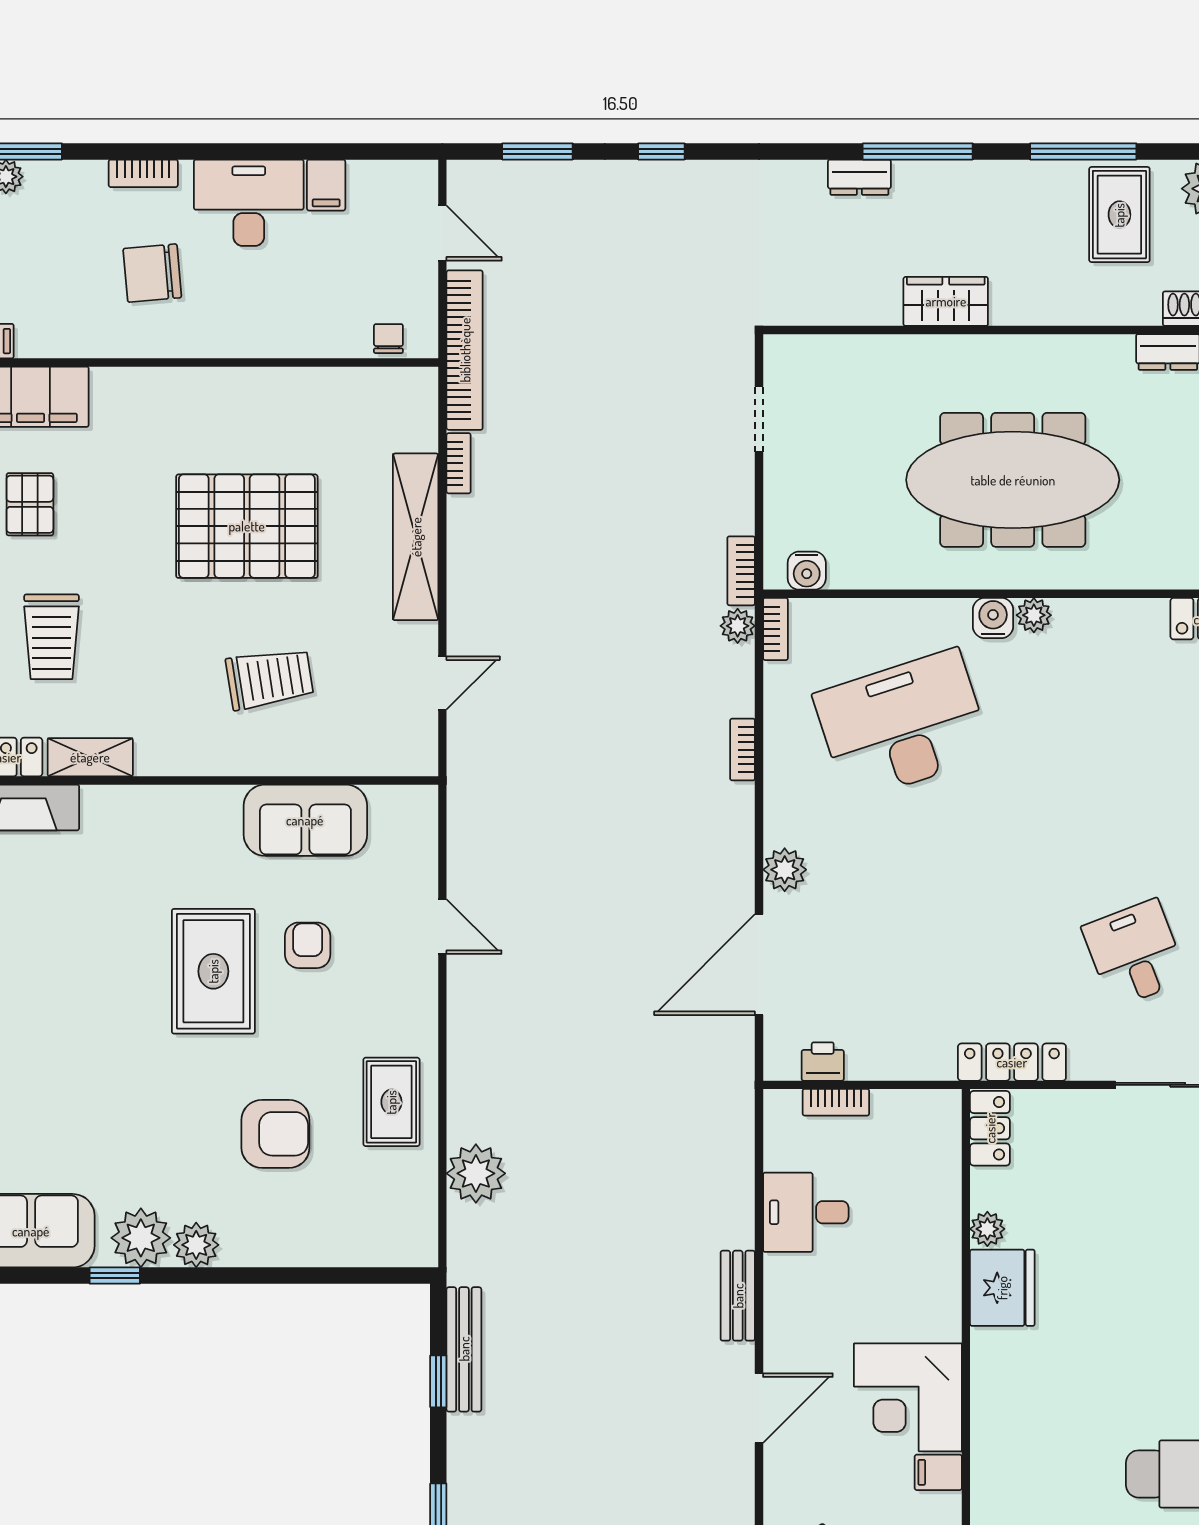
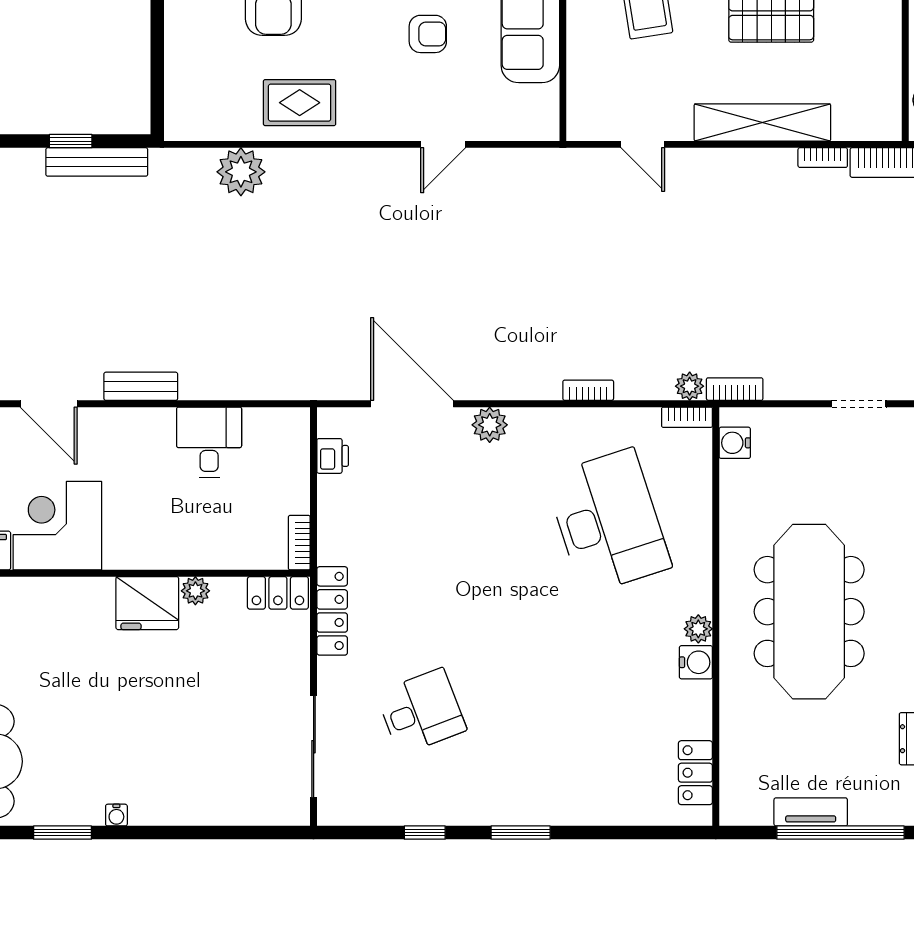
water cooler: (993, 618) -> (696, 662), moved
bookcase: (836, 1102) -> (299, 543), moved

